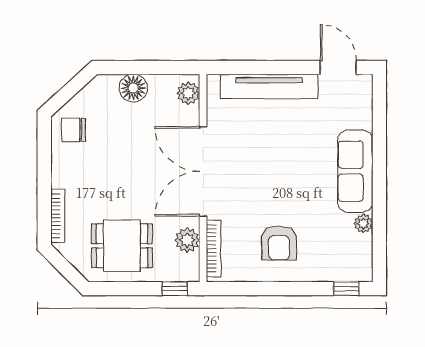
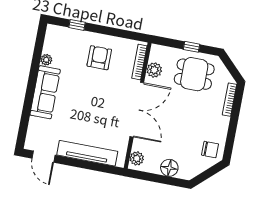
window: (175, 289) -> (191, 47), moved
window: (346, 289) -> (77, 25), moved

